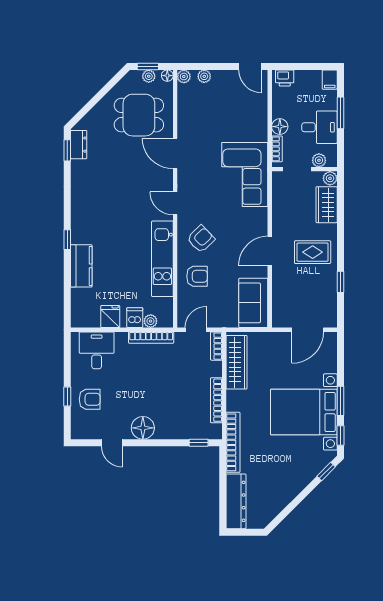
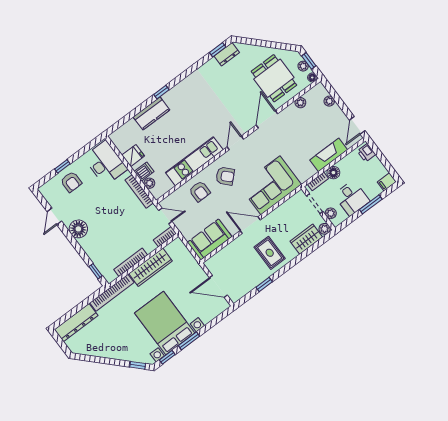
plant: (184, 76) -> (300, 103), moved
fireplace: (258, 118) -> (329, 155), added
corner sofa: (245, 175) -> (270, 185), moved
desk: (97, 350) -> (105, 163), width x1.37
wardrobe: (237, 362) -> (150, 267), moved

